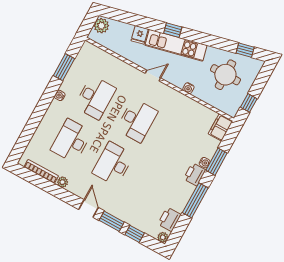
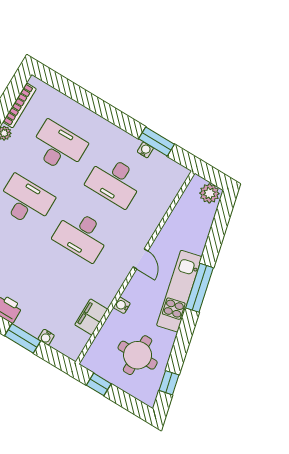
window: (173, 30) -> (200, 288), width x2.17
fridge: (140, 35) -> (195, 244), removed
water cooler: (60, 95) -> (145, 150), moved
filing cabinet: (220, 127) -> (91, 317), moved, turned -90
water cooler: (205, 163) -> (46, 337), moved

